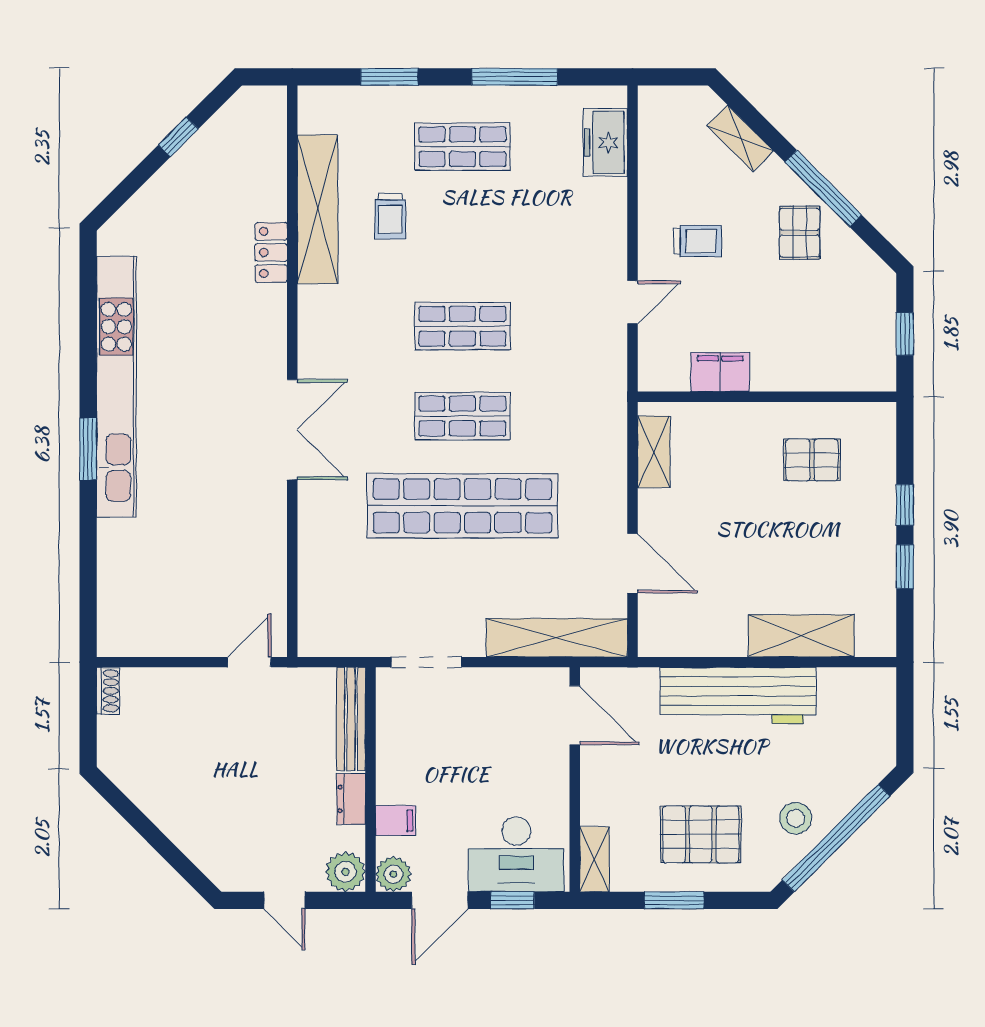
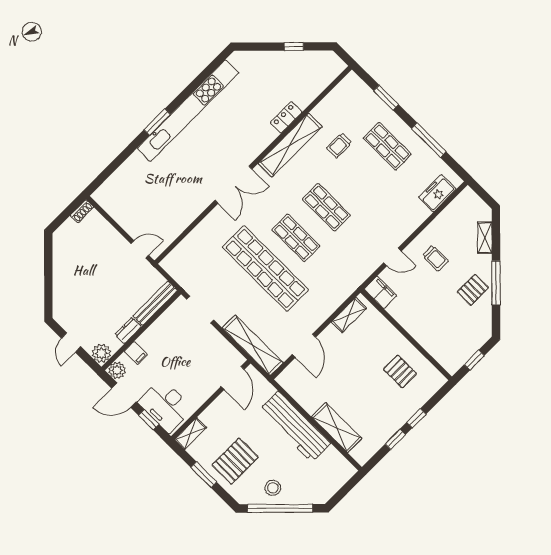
shelving: (318, 209) -> (290, 145), moved
filing cabinet: (720, 372) -> (380, 292), moved
pallet: (701, 834) -> (235, 461), turned 90

